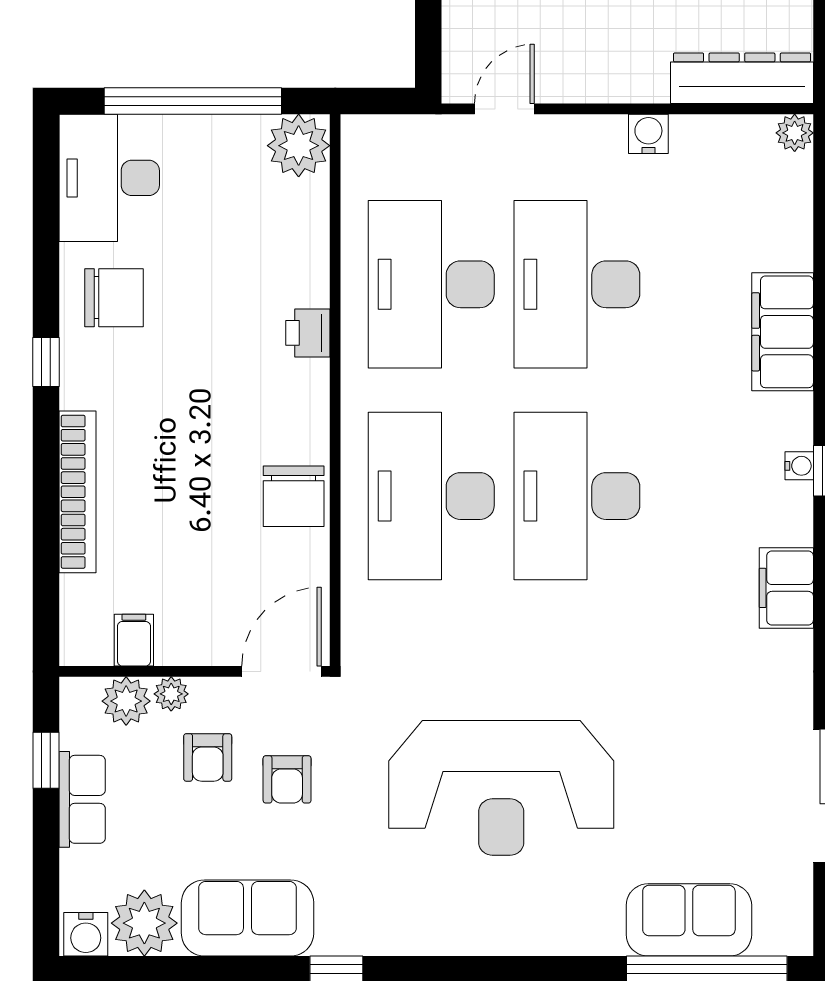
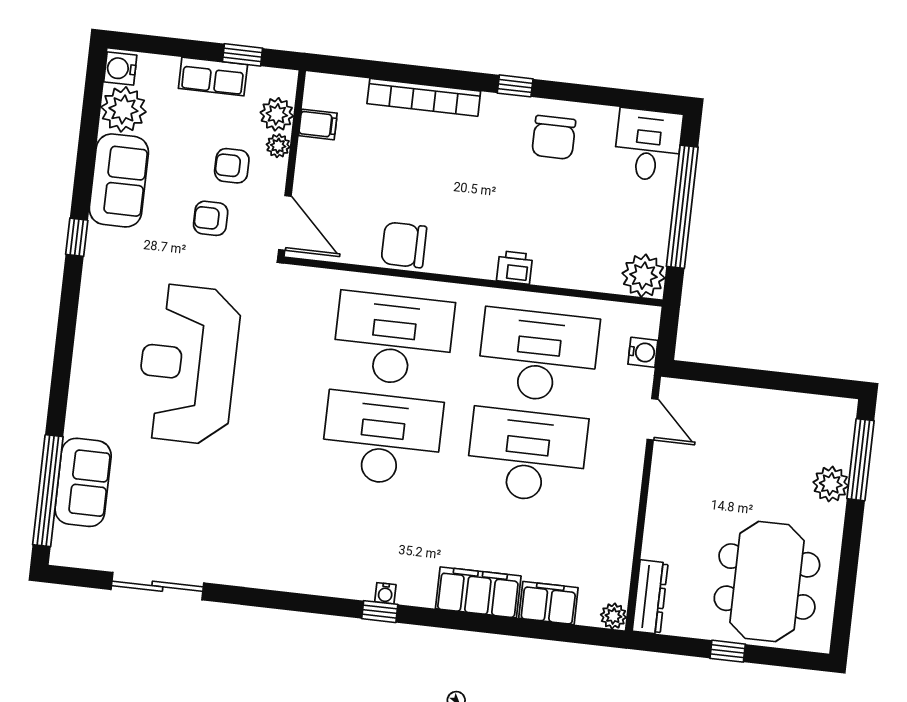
dresser: (742, 78) -> (650, 597), width x0.73, depth x0.80
water cooler: (648, 134) -> (643, 352), moved
desk: (109, 178) -> (648, 145), width x0.73
filing cabinet: (786, 588) -> (548, 603), moved

